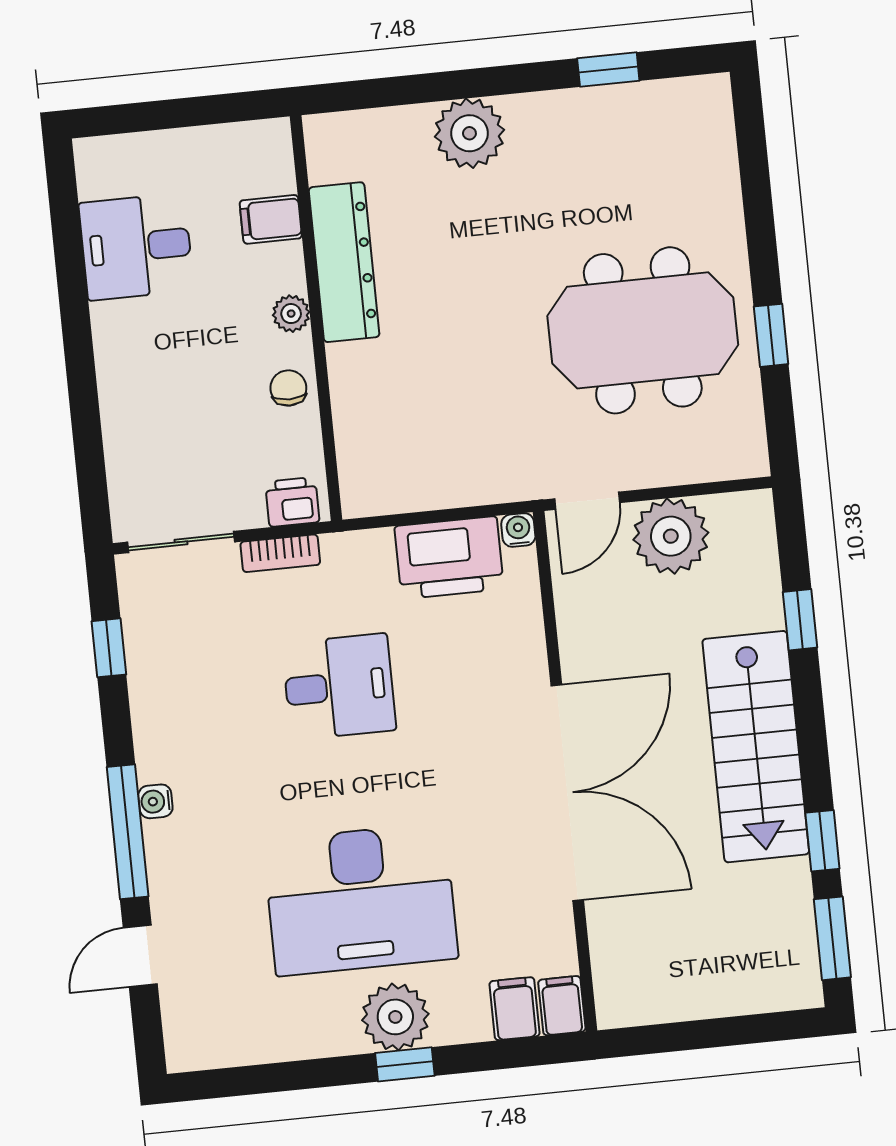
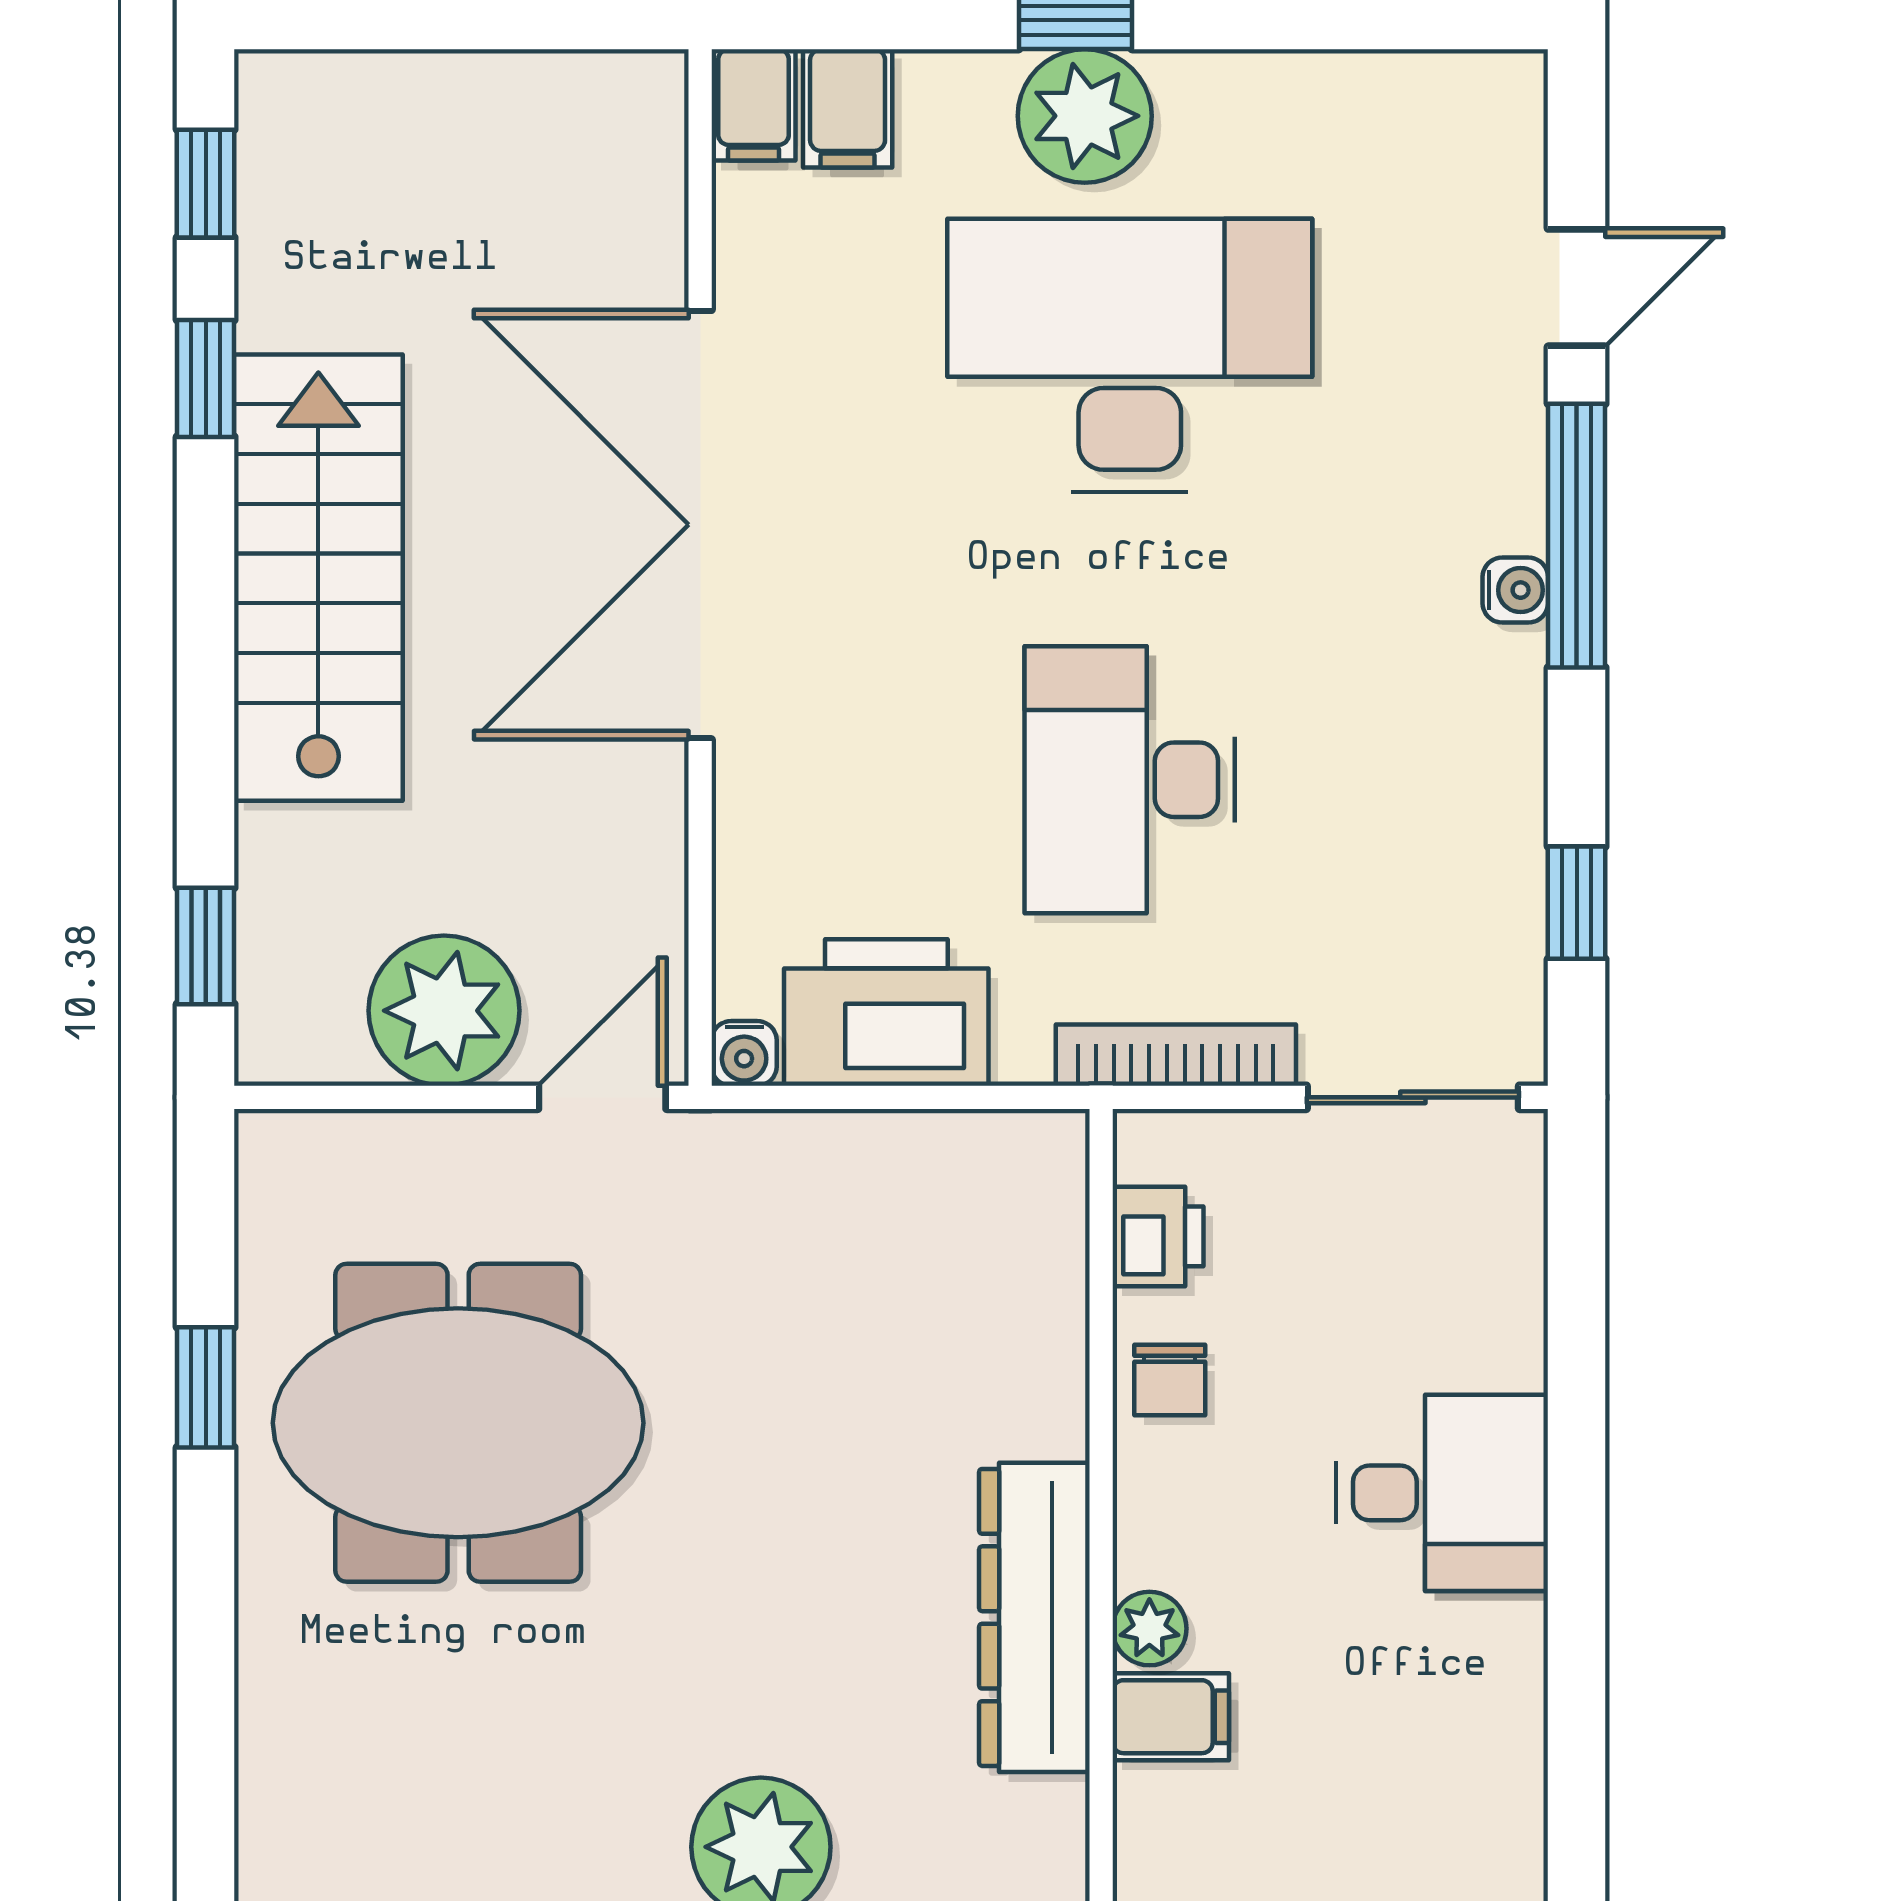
desk: (136, 247) -> (1442, 1493), moved
plant: (291, 314) -> (1149, 1629), moved
printer: (292, 502) -> (1158, 1236), moved, turned -90
bookcase: (280, 553) -> (1176, 1055), width x1.56
window: (800, 620) -> (206, 946), moved
desk: (339, 687) -> (1130, 780), width x1.37
window: (832, 938) -> (206, 184), width x0.67

